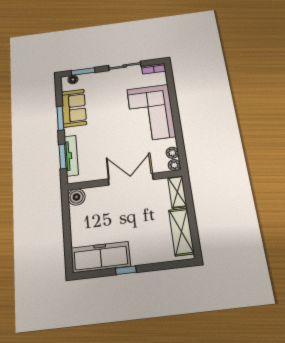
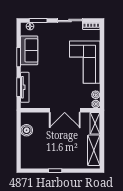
double door: (131, 179) -> (65, 110), swing flipped
boiler: (76, 197) -> (27, 130), moved
freezer: (101, 257) -> (40, 160), removed

